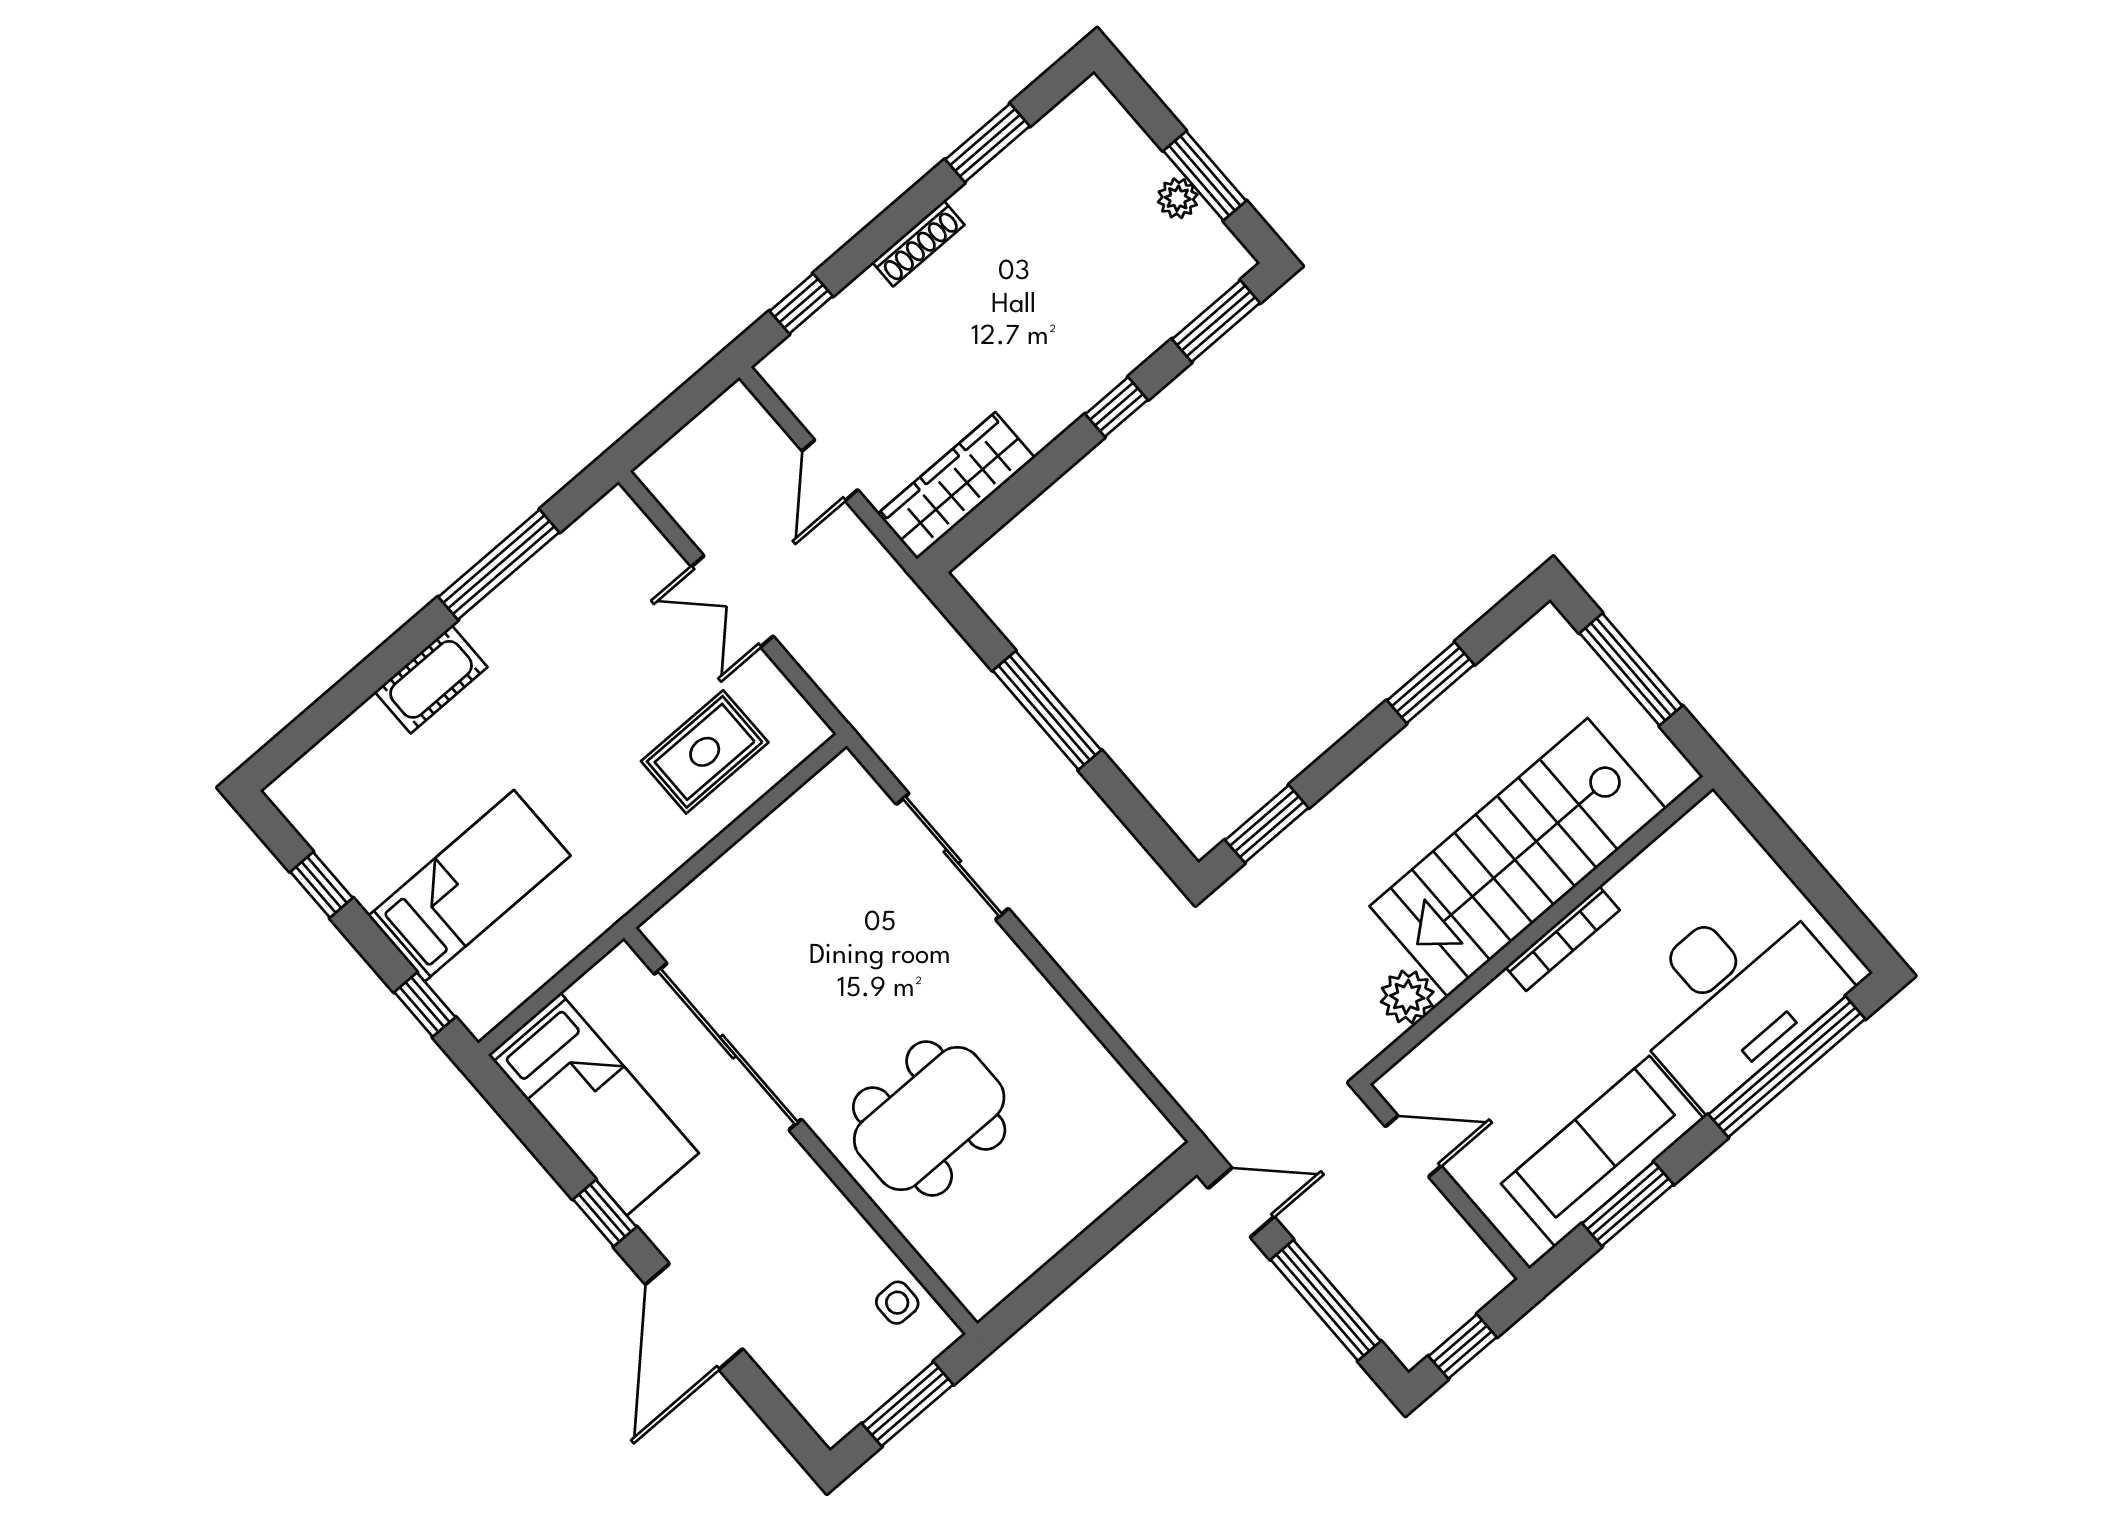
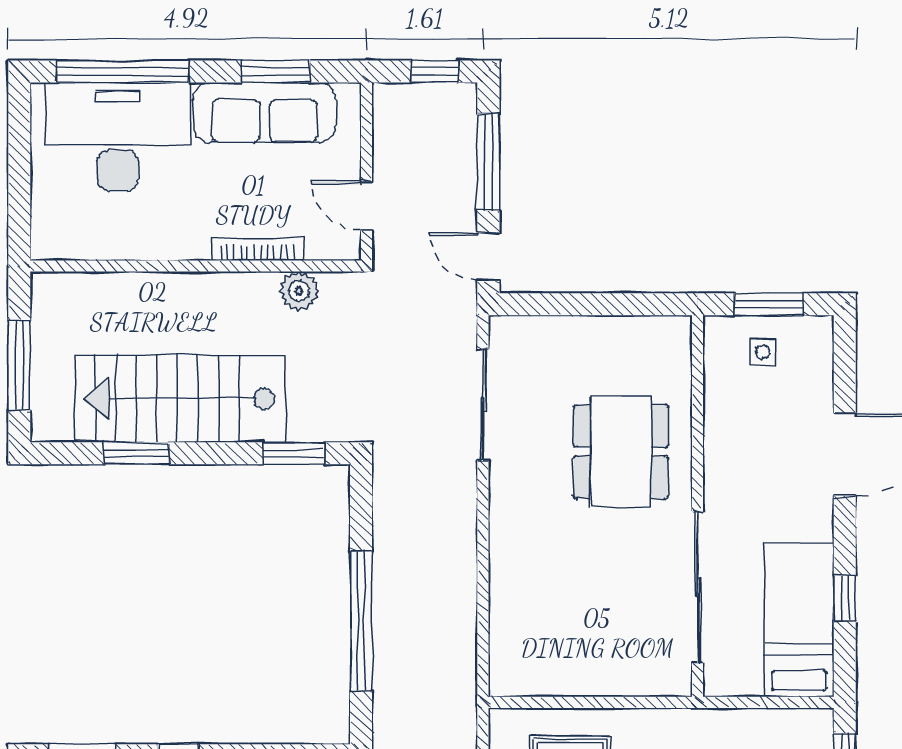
window: (1047, 710) -> (361, 621), width x1.46
sliding door: (952, 856) -> (483, 405), moved
stairs: (1518, 857) -> (180, 399), moved, turned 180
bookcase: (1563, 939) -> (257, 249), moved
dining table: (929, 1119) -> (621, 452), turned 90
window: (605, 1213) -> (845, 598), moved
side table: (897, 1303) -> (763, 352), moved

